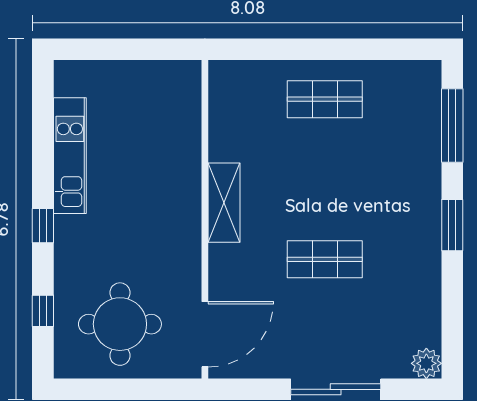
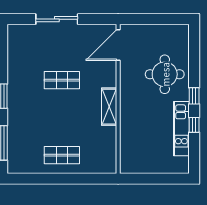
window: (43, 311) -> (194, 125), moved
round table: (120, 324) -> (165, 74), moved
plant: (426, 363) -> (14, 31), removed

